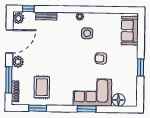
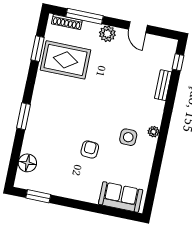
plant: (18, 18) -> (168, 46), removed
door: (9, 41) -> (138, 27), width x0.53
window: (141, 68) -> (38, 196), moved
rug: (42, 87) -> (66, 60), width x1.36, depth x1.43
corner sofa: (92, 92) -> (45, 129), removed

